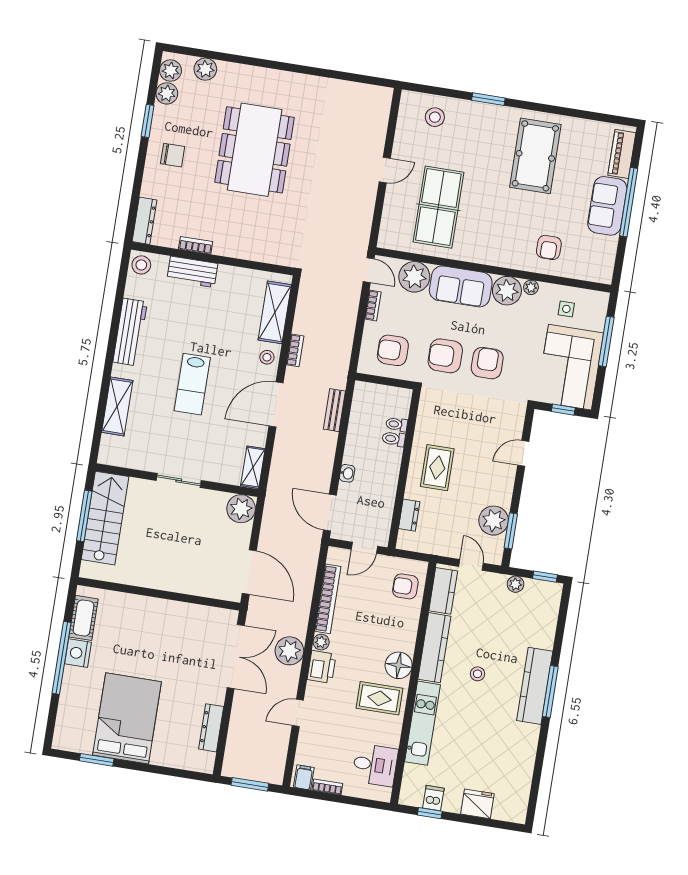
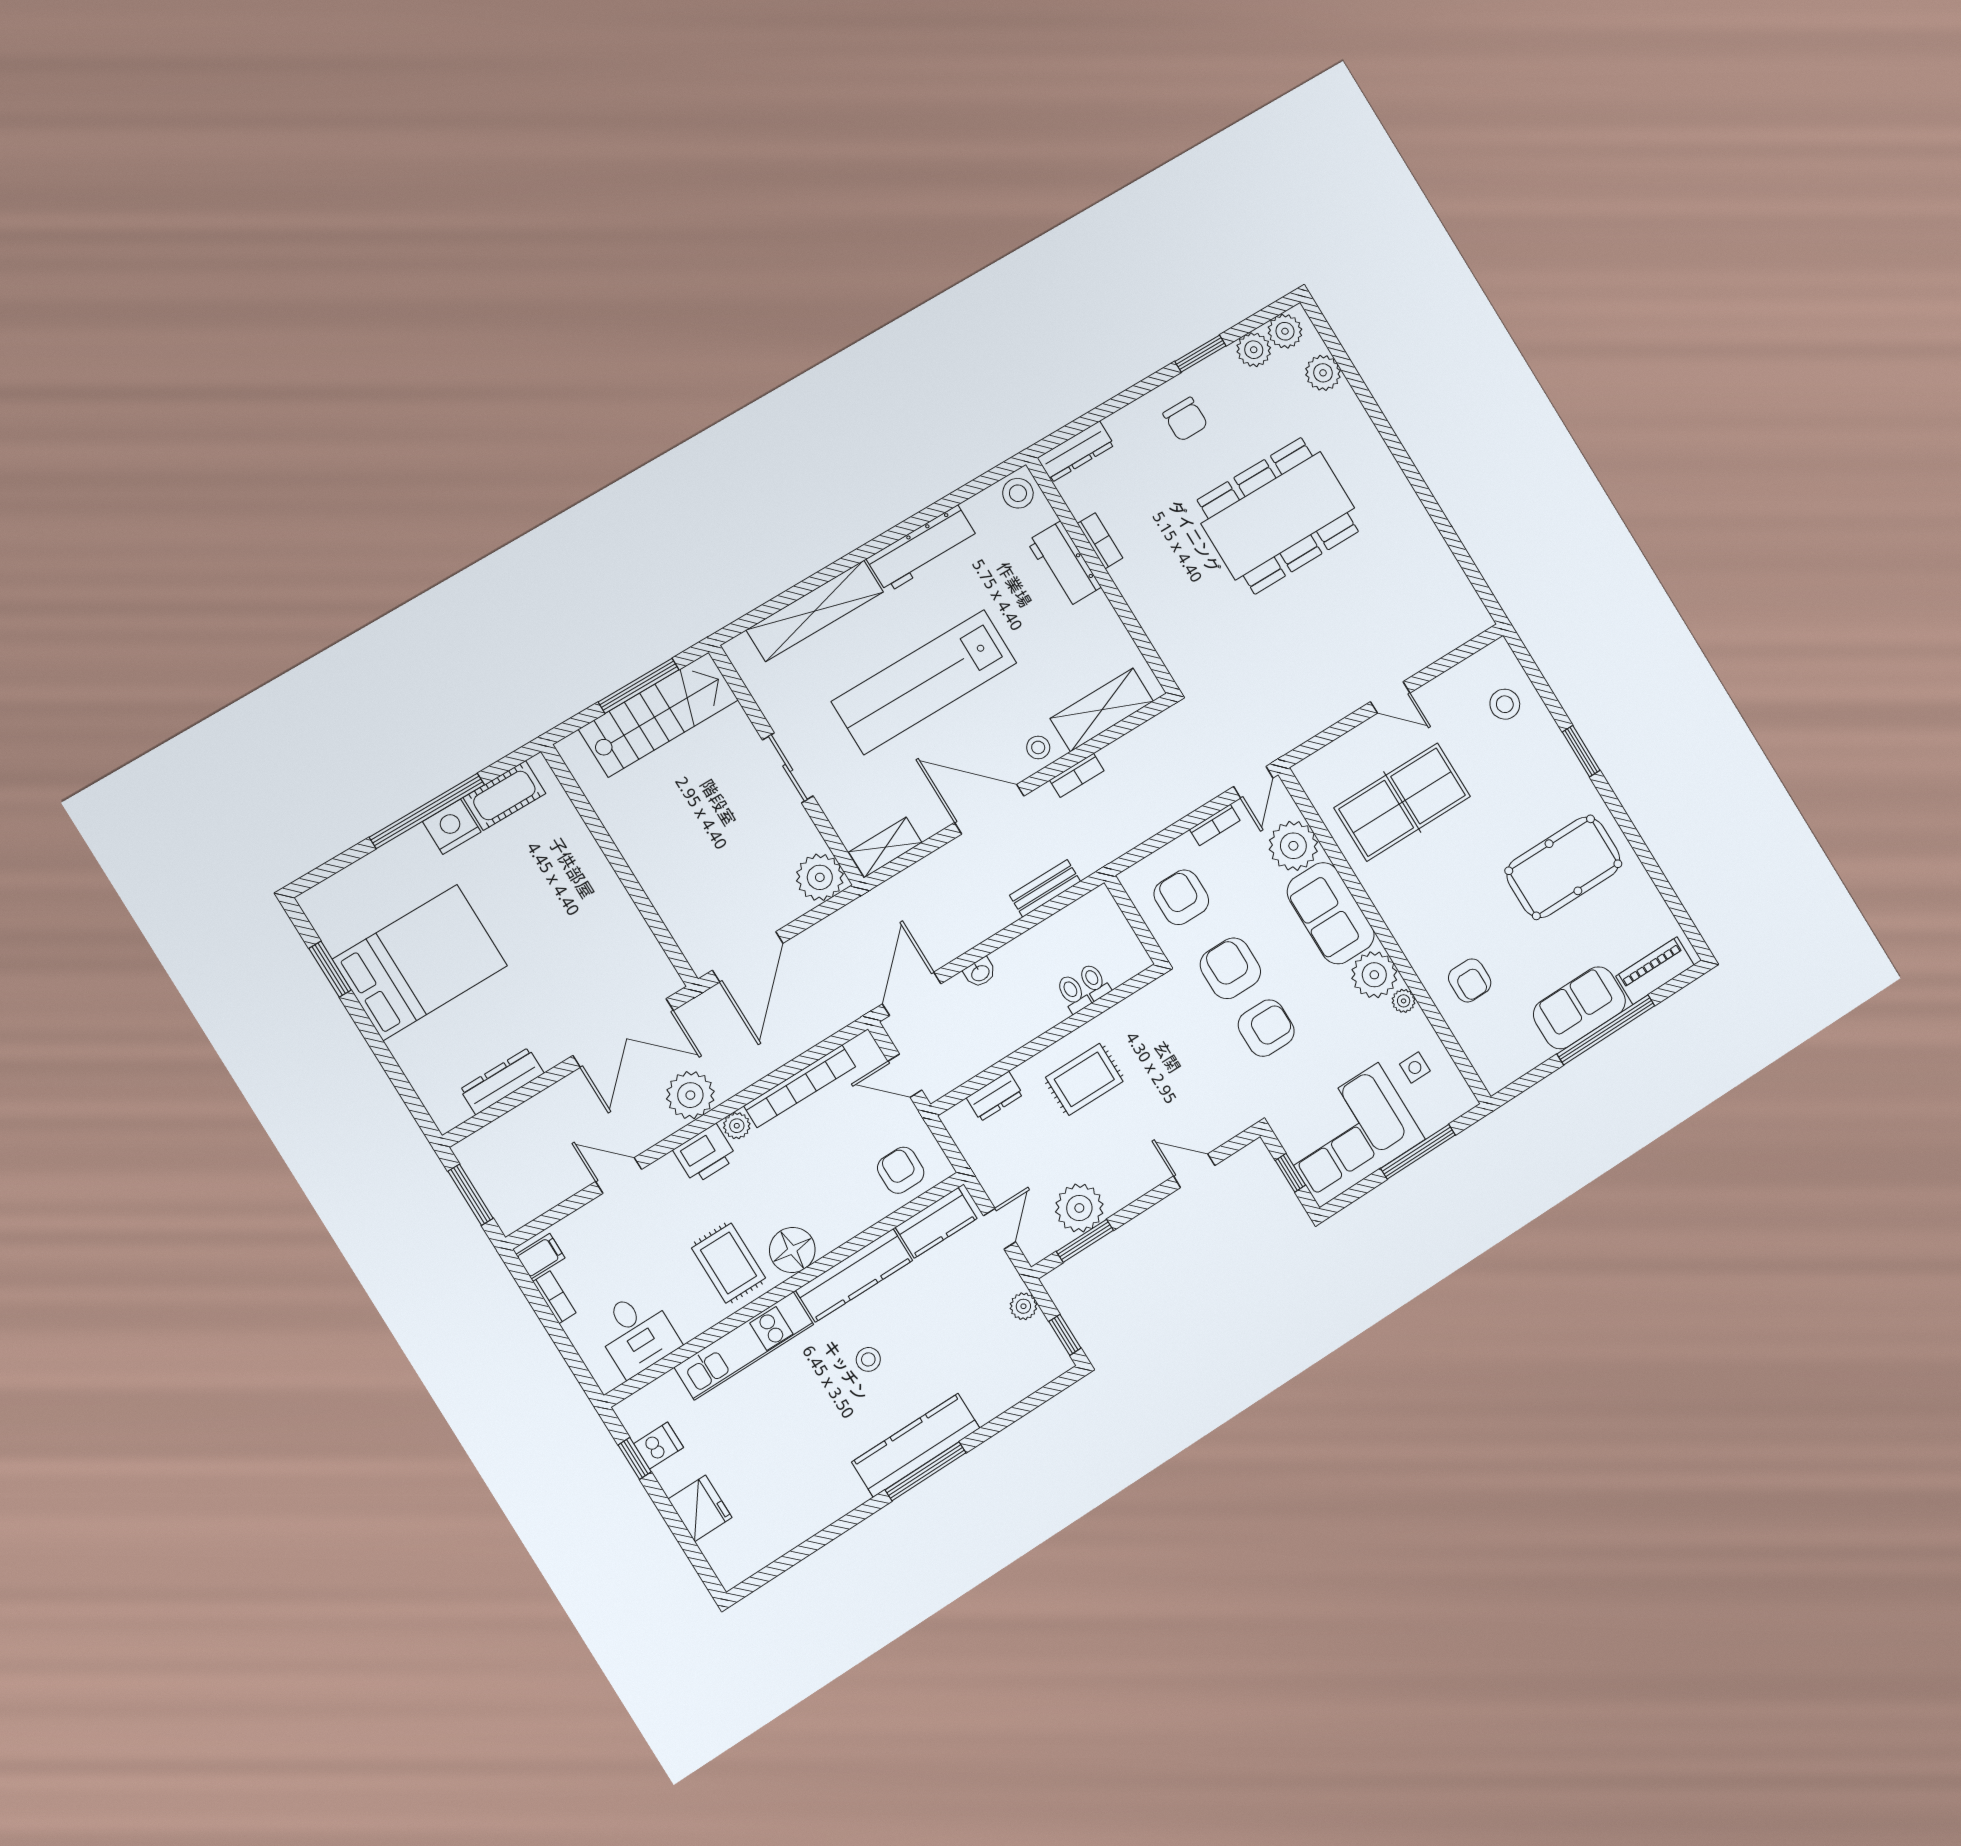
armchair: (549, 247) -> (1470, 980), turned -90
lab bench: (192, 384) -> (924, 682), width x1.86, depth x1.39
shelving: (117, 406) -> (815, 611), width x1.47

